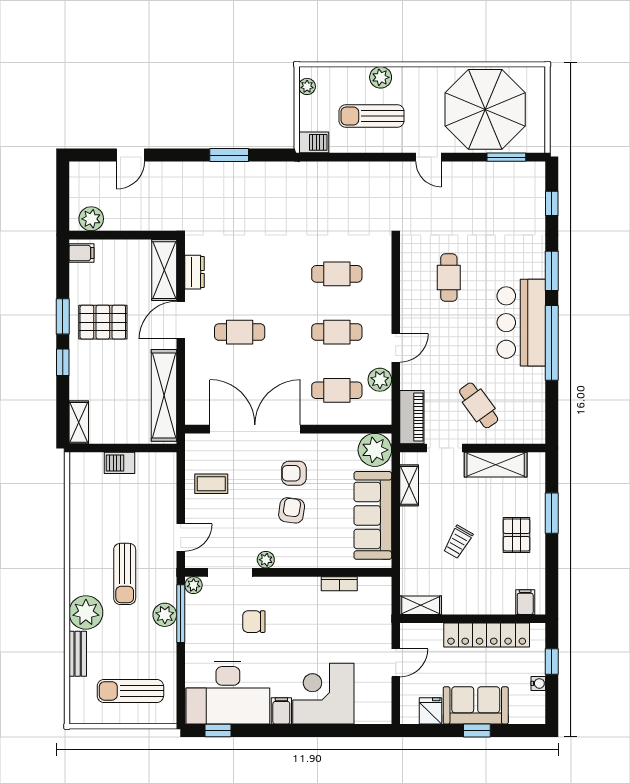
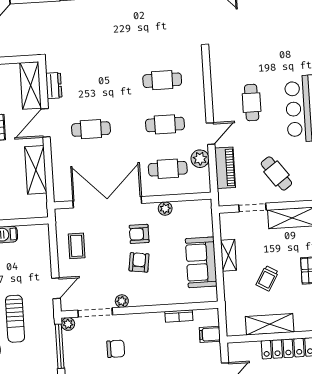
cafe table: (449, 278) -> (252, 103), moved
shelving: (164, 395) -> (36, 170), width x0.68
piano: (412, 417) -> (225, 168), moved
plant: (375, 450) -> (165, 209), moved, width x0.53, depth x0.53
coffee table: (211, 484) -> (77, 246), turned 90
shelving: (409, 485) -> (228, 255), moved
sofa: (373, 515) -> (201, 262), width x0.73
shelving: (421, 605) -> (270, 324), moved, width x1.50, depth x1.33
filing cabinet: (378, 610) -> (210, 334), added
plant: (165, 615) -> (48, 348), removed
chair: (254, 622) -> (116, 349), turned 180

